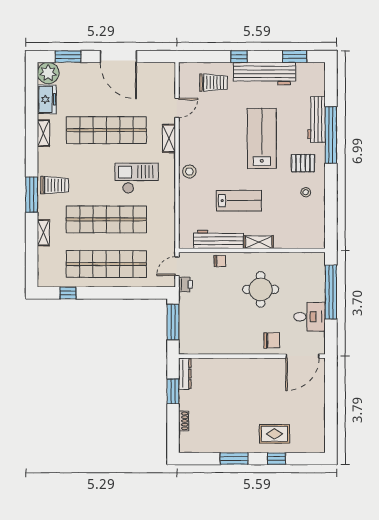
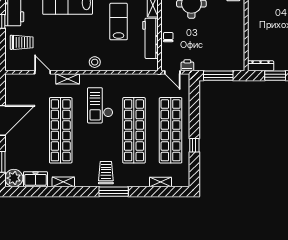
trolley: (213, 83) -> (22, 42), turned 90
shelving: (43, 233) -> (160, 182), moved
window: (68, 293) -> (194, 145), moved

